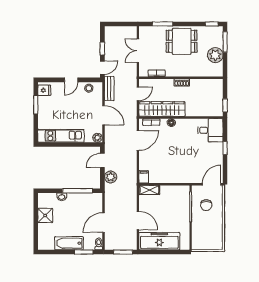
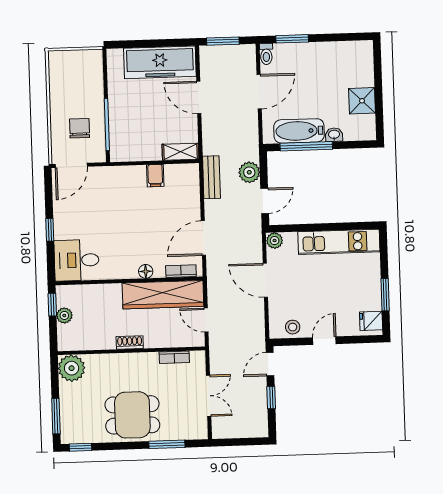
plant: (215, 55) -> (72, 368), moved
bench: (109, 88) -> (211, 177), moved
door: (138, 94) -> (206, 320), hinge flipped
plant: (218, 99) -> (64, 315), added
filing cabinet: (144, 177) -> (155, 176), moved
bathtub: (69, 243) -> (299, 131), moved, turned 180

